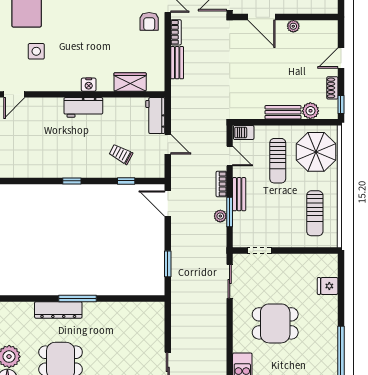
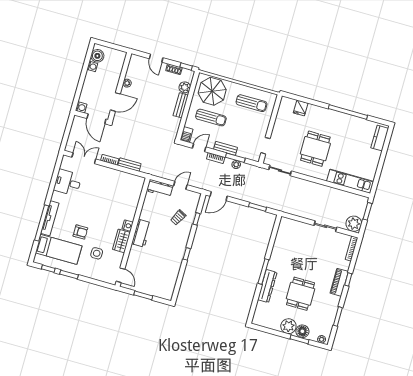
armchair: (149, 21) -> (80, 232), moved
wardrobe: (130, 82) -> (121, 241), moved

